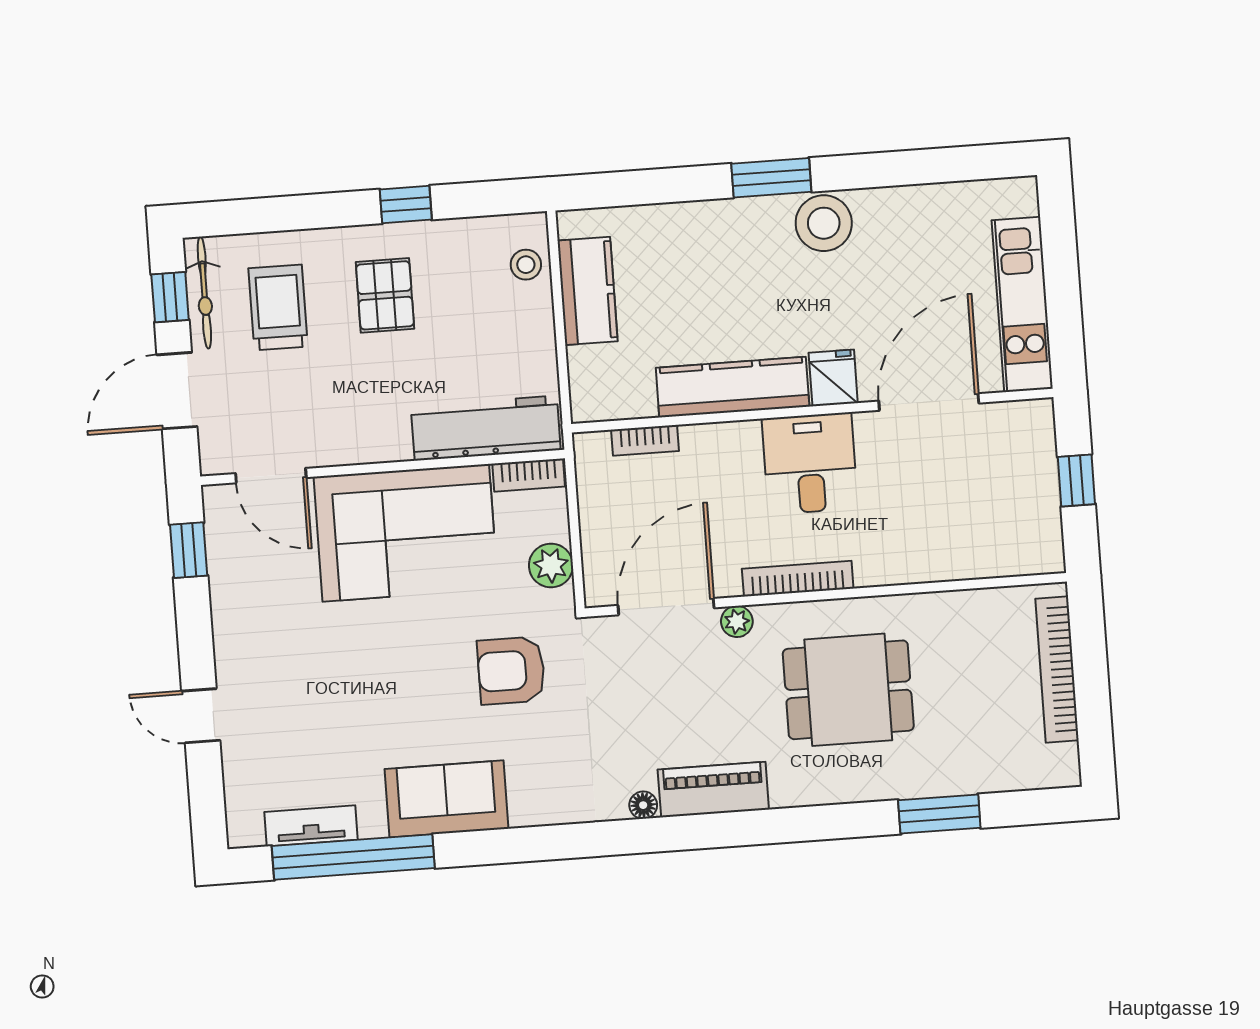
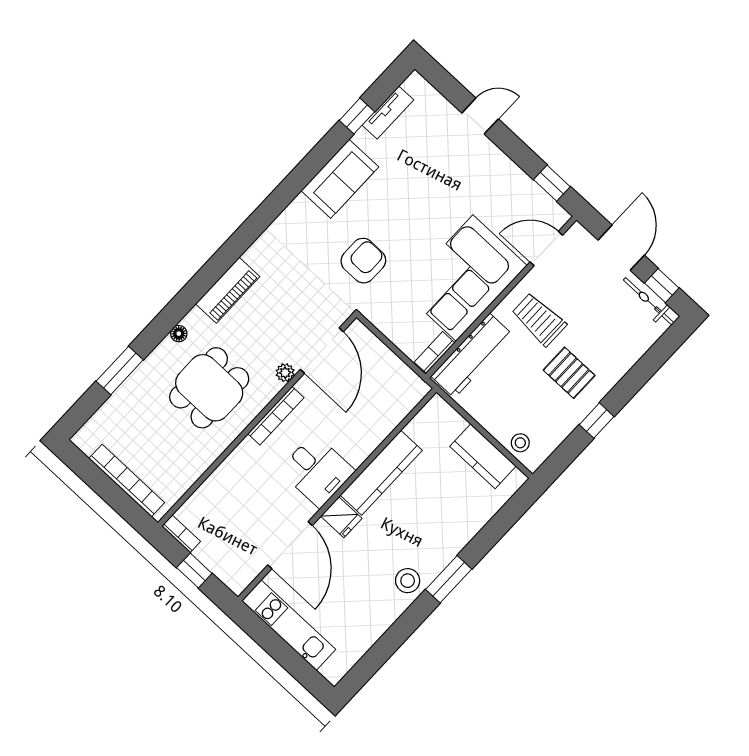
stool: (824, 223) -> (408, 581), width x0.73, depth x0.73
trolley: (278, 307) -> (539, 319), moved, turned 180
bookcase: (645, 440) -> (181, 534), moved, turned 90
plant: (551, 565) -> (388, 322), removed
floor lamp: (643, 805) -> (179, 334), moved
window: (353, 857) -> (357, 116), width x0.32

